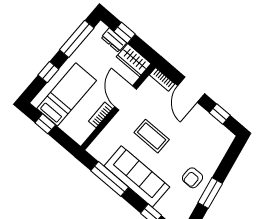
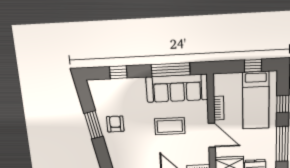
sofa: (137, 176) -> (177, 88), moved

